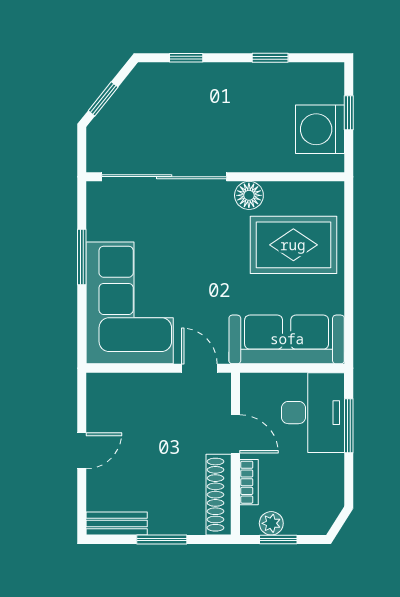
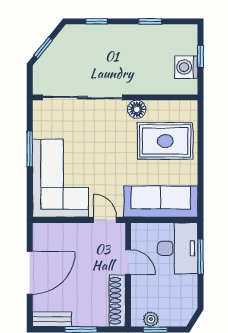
washing machine: (320, 129) -> (186, 67), width x0.73, depth x0.73
door: (82, 451) -> (30, 273), width x1.88
bookcase: (249, 482) -> (137, 293), removed

